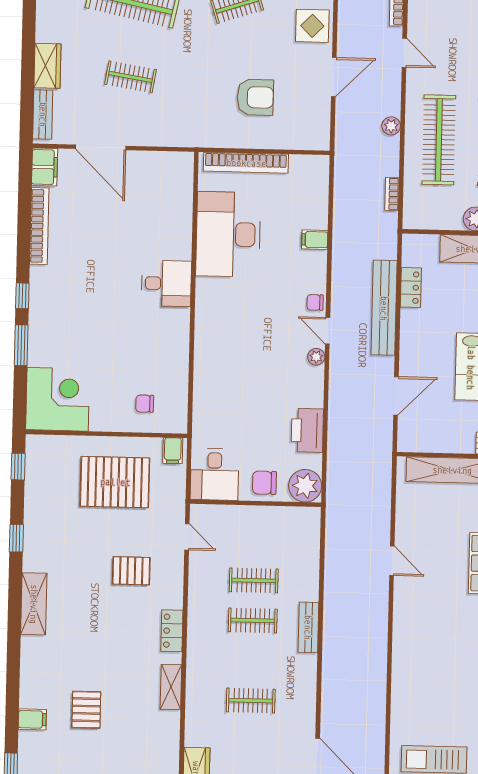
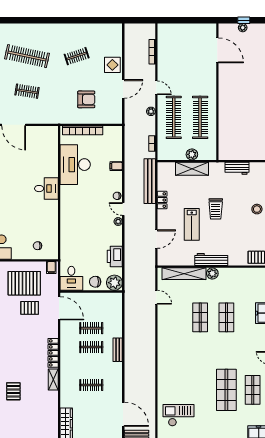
door: (404, 53) -> (156, 88), moved
locker: (411, 288) -> (162, 200), moved
bench: (384, 308) -> (150, 181), moved
door: (187, 537) -> (59, 308), width x1.88
door: (392, 561) -> (156, 297), moved
pallet: (131, 571) -> (30, 308), moved
locker: (172, 631) -> (53, 353), width x1.53

